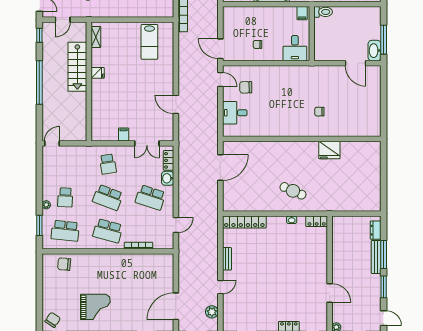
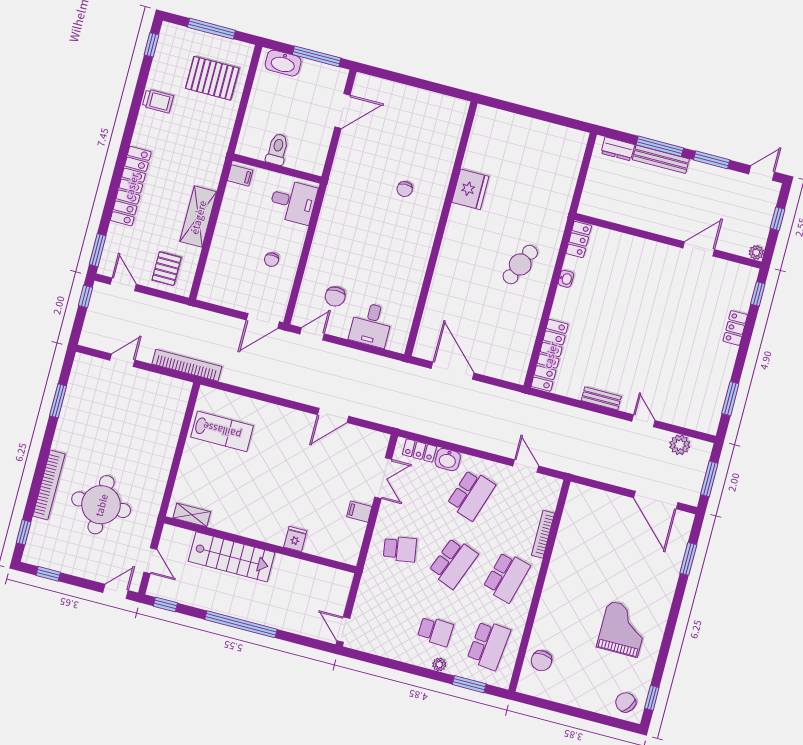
toilet: (323, 12) -> (277, 149), moved
washbasin: (374, 51) -> (283, 63), moved
fridge: (98, 73) -> (295, 539), moved

